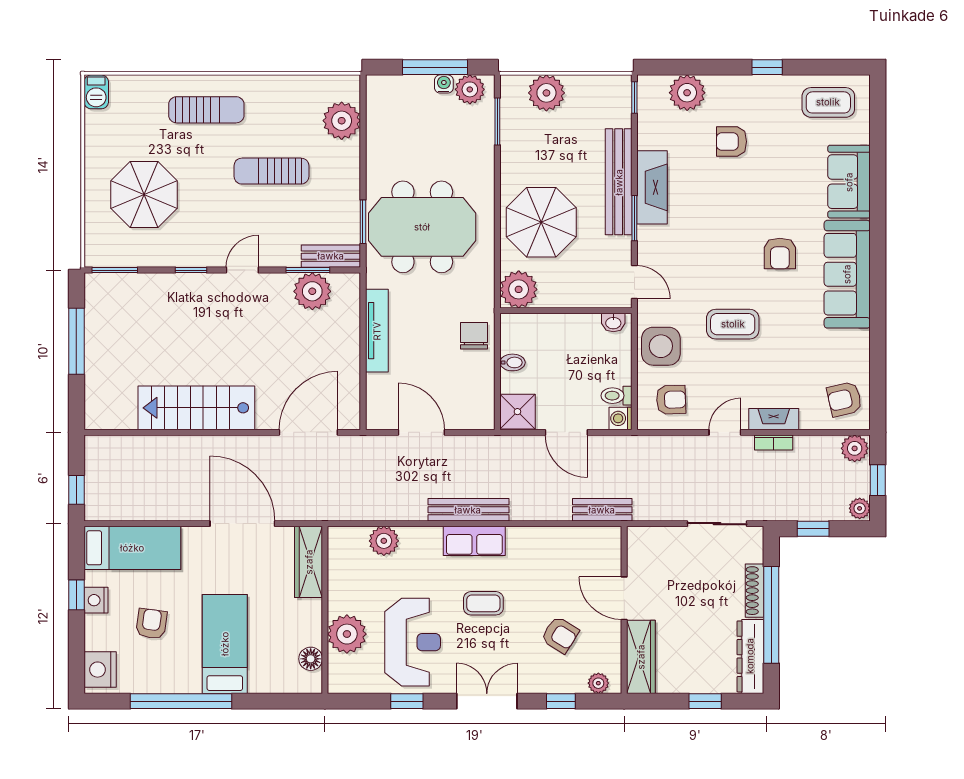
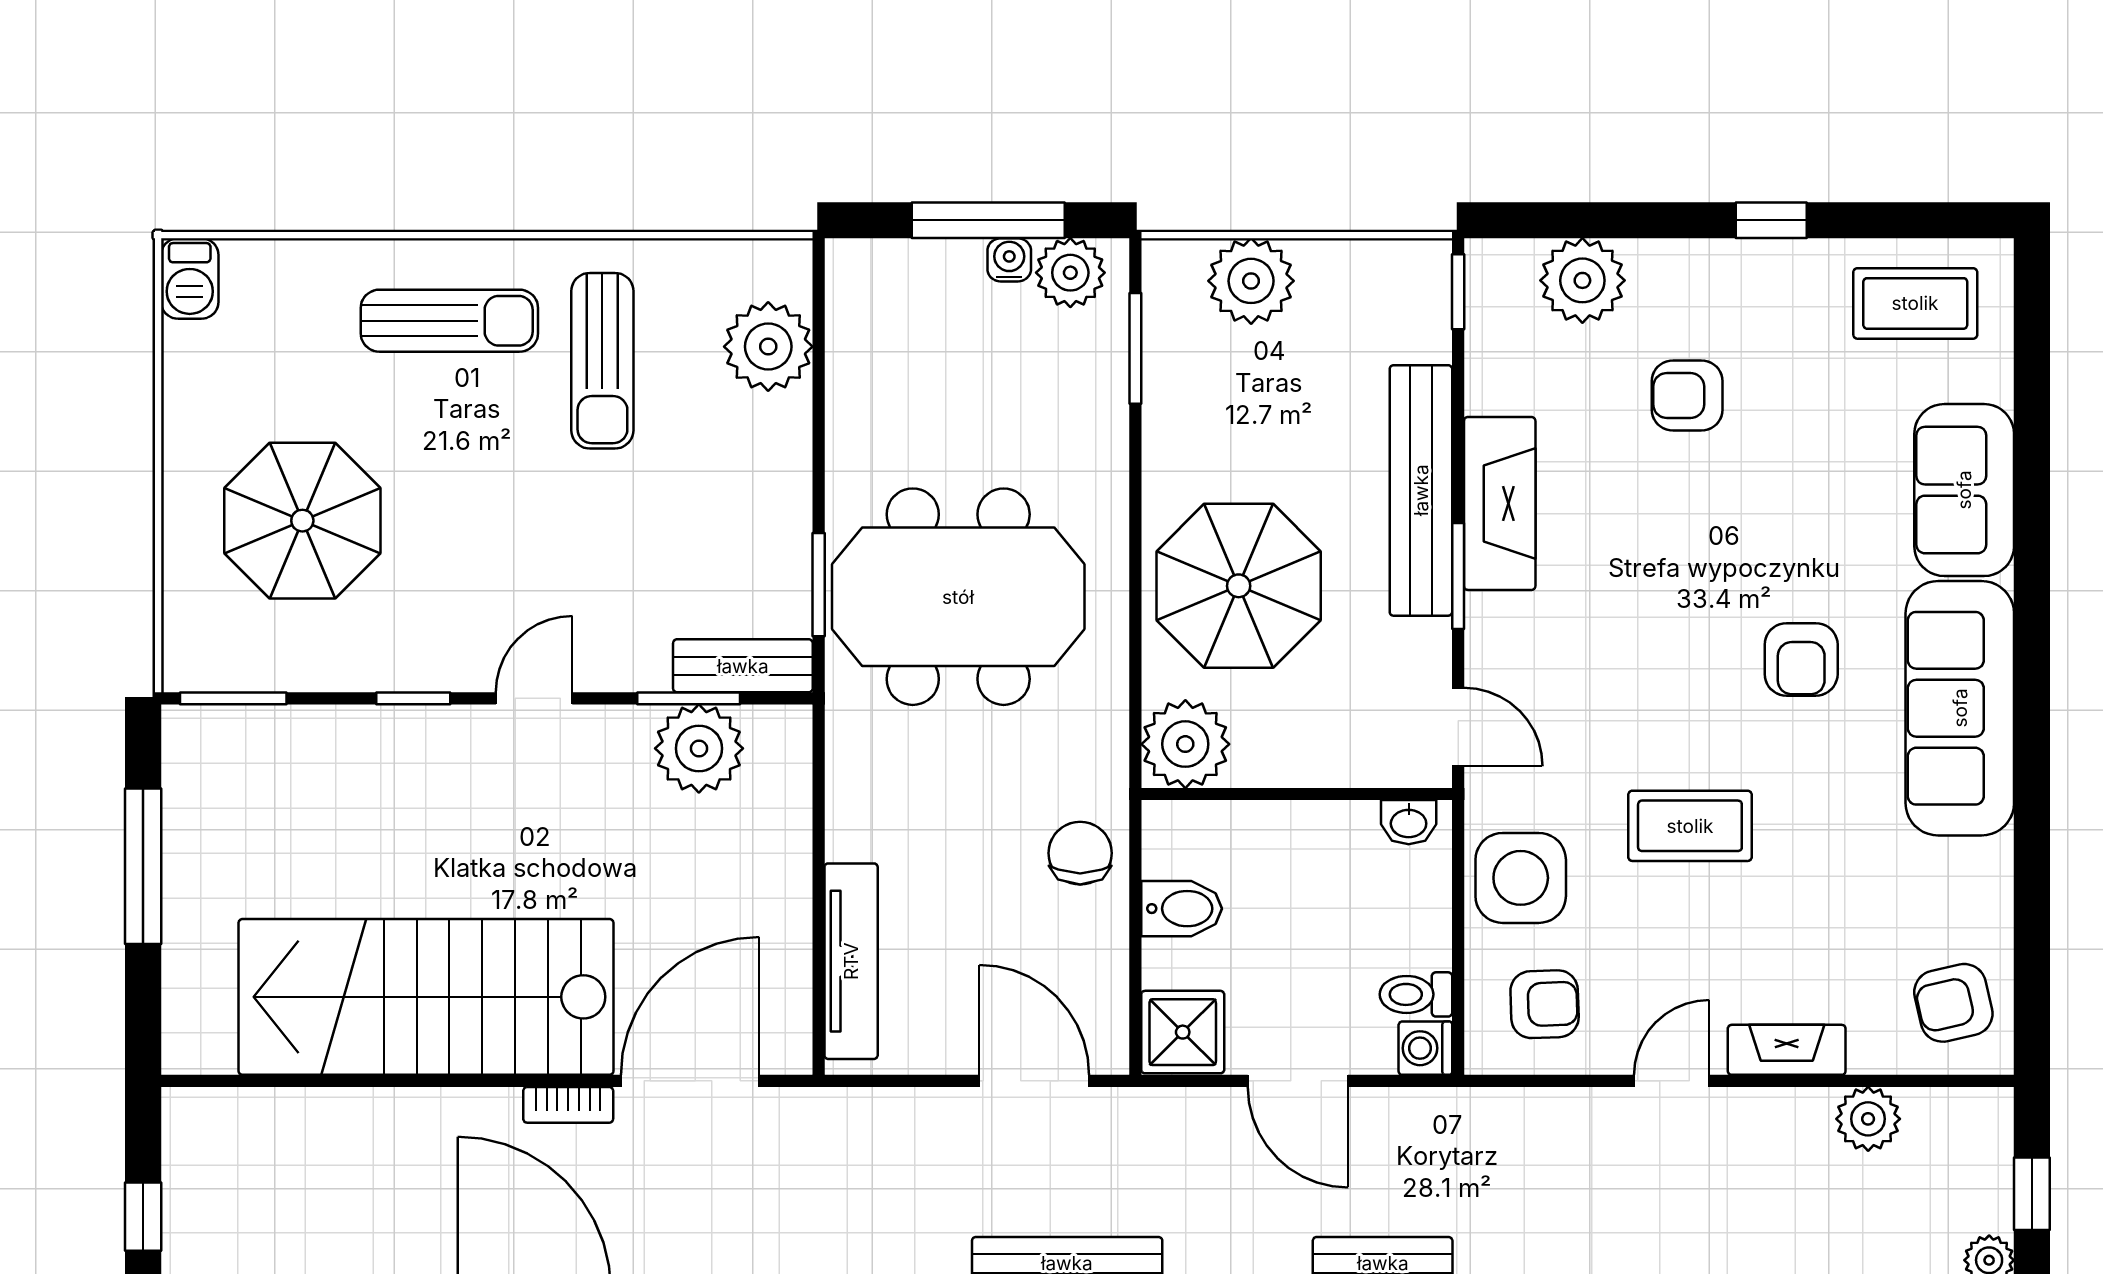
sun lounger: (271, 171) -> (602, 361), moved, turned -90
tv unit: (377, 331) -> (851, 961), moved
bidet: (512, 362) -> (1182, 909), width x1.38, depth x1.36
stairs: (196, 408) -> (426, 997), width x1.36, depth x1.51
door: (421, 432) -> (1034, 1081), moved
bookcase: (774, 442) -> (568, 1105), moved
plant: (855, 448) -> (1868, 1119), moved

